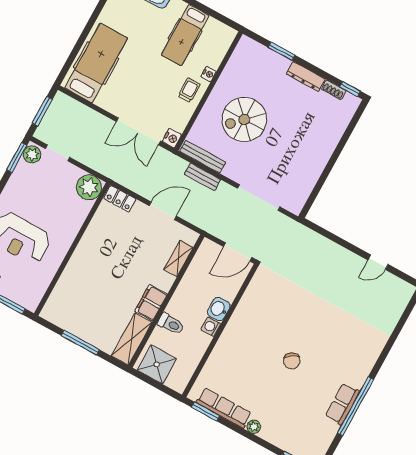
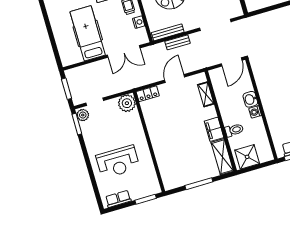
hospital bed: (96, 63) -> (88, 33), moved
nightstand: (172, 138) -> (139, 22), moved

